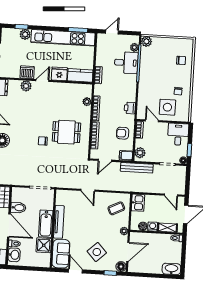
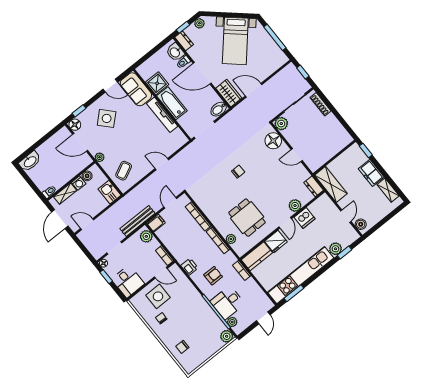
dining table: (66, 132) -> (247, 218), moved, turned 90
armchair: (123, 133) -> (213, 276), moved
bidet: (18, 208) -> (219, 109), moved
door: (128, 252) -> (80, 142), hinge flipped

